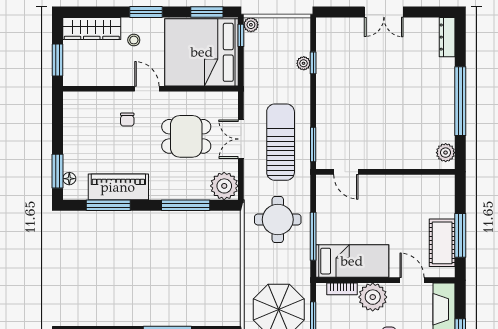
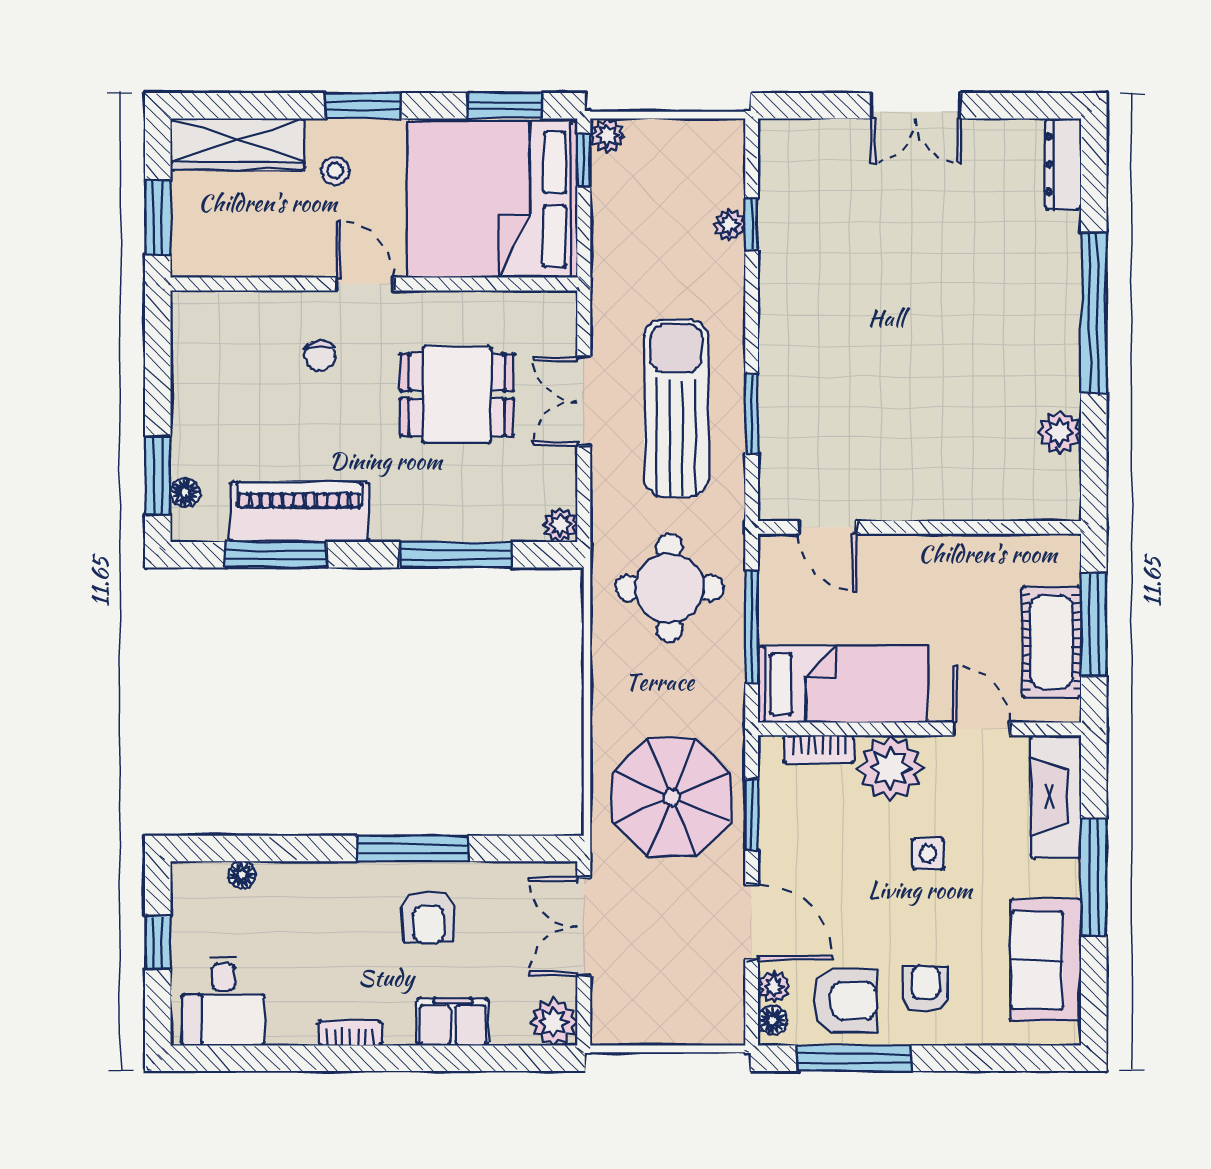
door: (346, 172) -> (828, 527), moved
wall: (385, 172) -> (920, 527), moved
plant: (224, 186) -> (560, 525), width x0.53, depth x0.53

